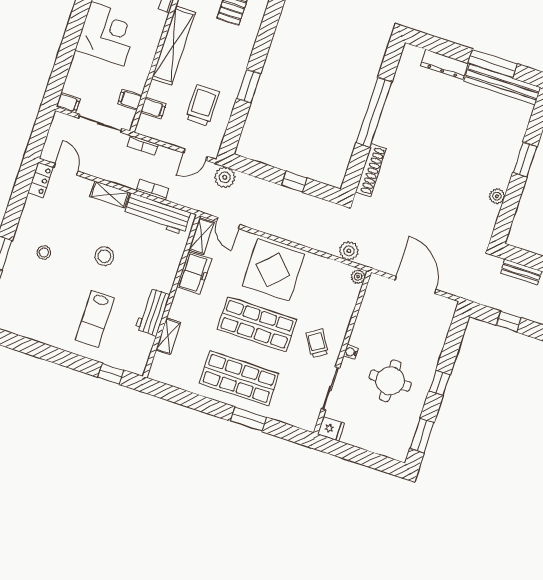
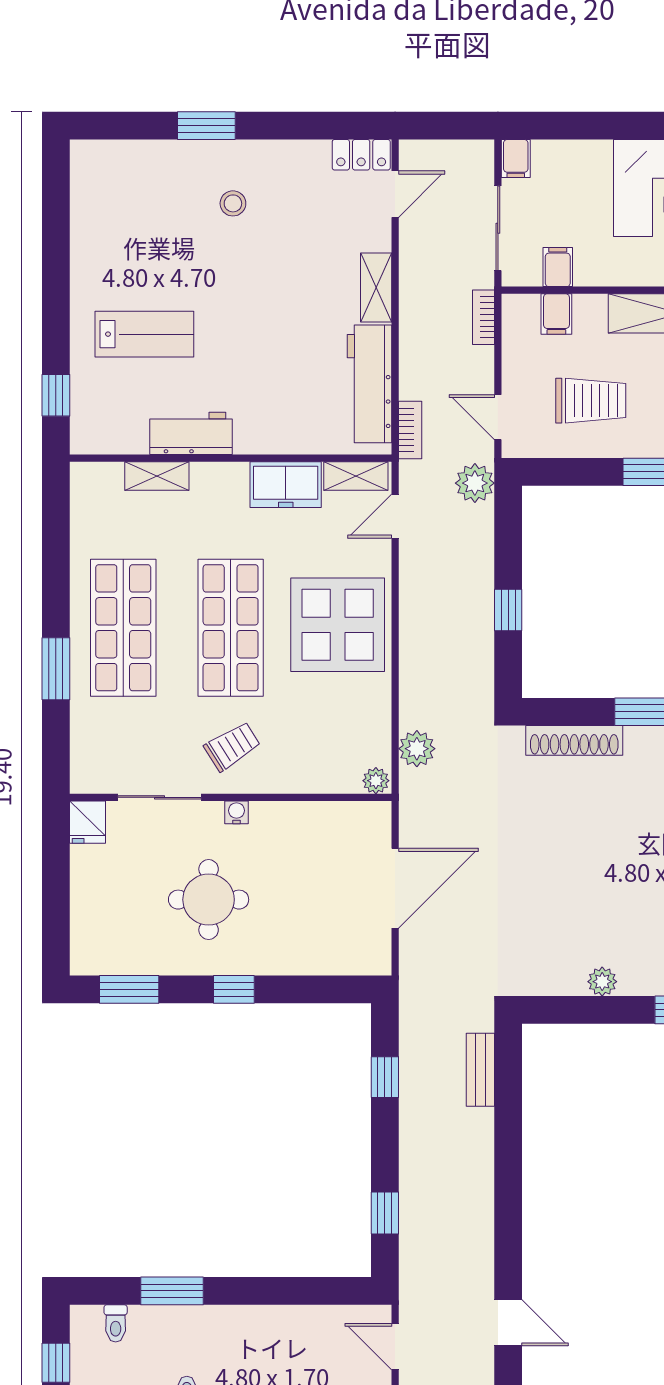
bookcase: (153, 190) -> (410, 430), moved
stool: (104, 256) -> (262, 314), removed
lab bench: (95, 319) -> (144, 334), turned 180

